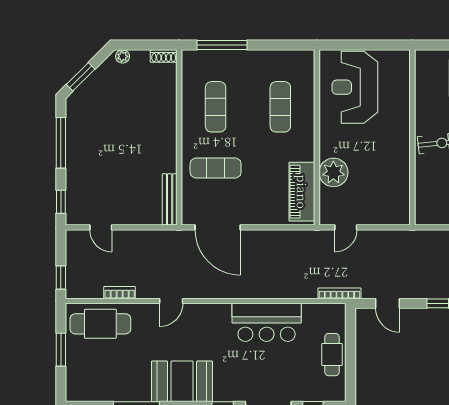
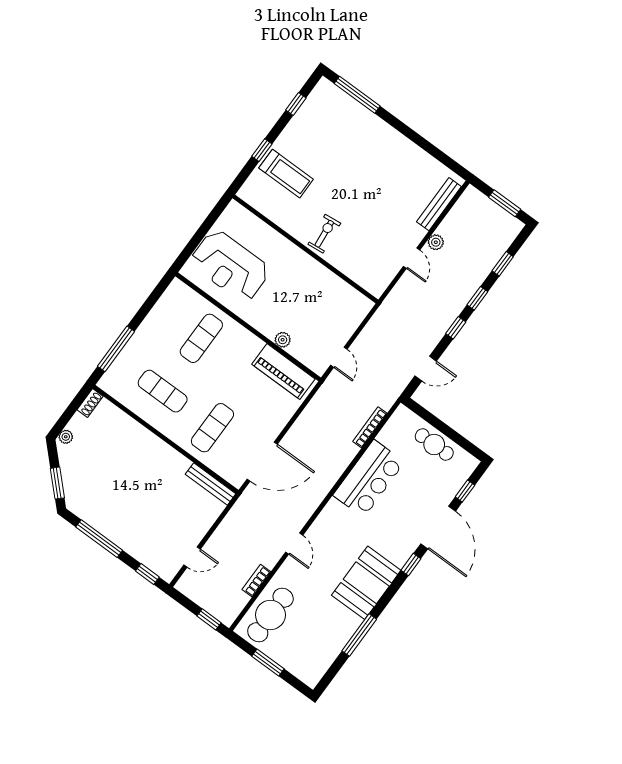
exercise mat: (280, 107) -> (201, 338), turned 90
plant: (333, 172) -> (283, 340), width x0.53, depth x0.53
bookcase: (339, 293) -> (370, 427), moved

